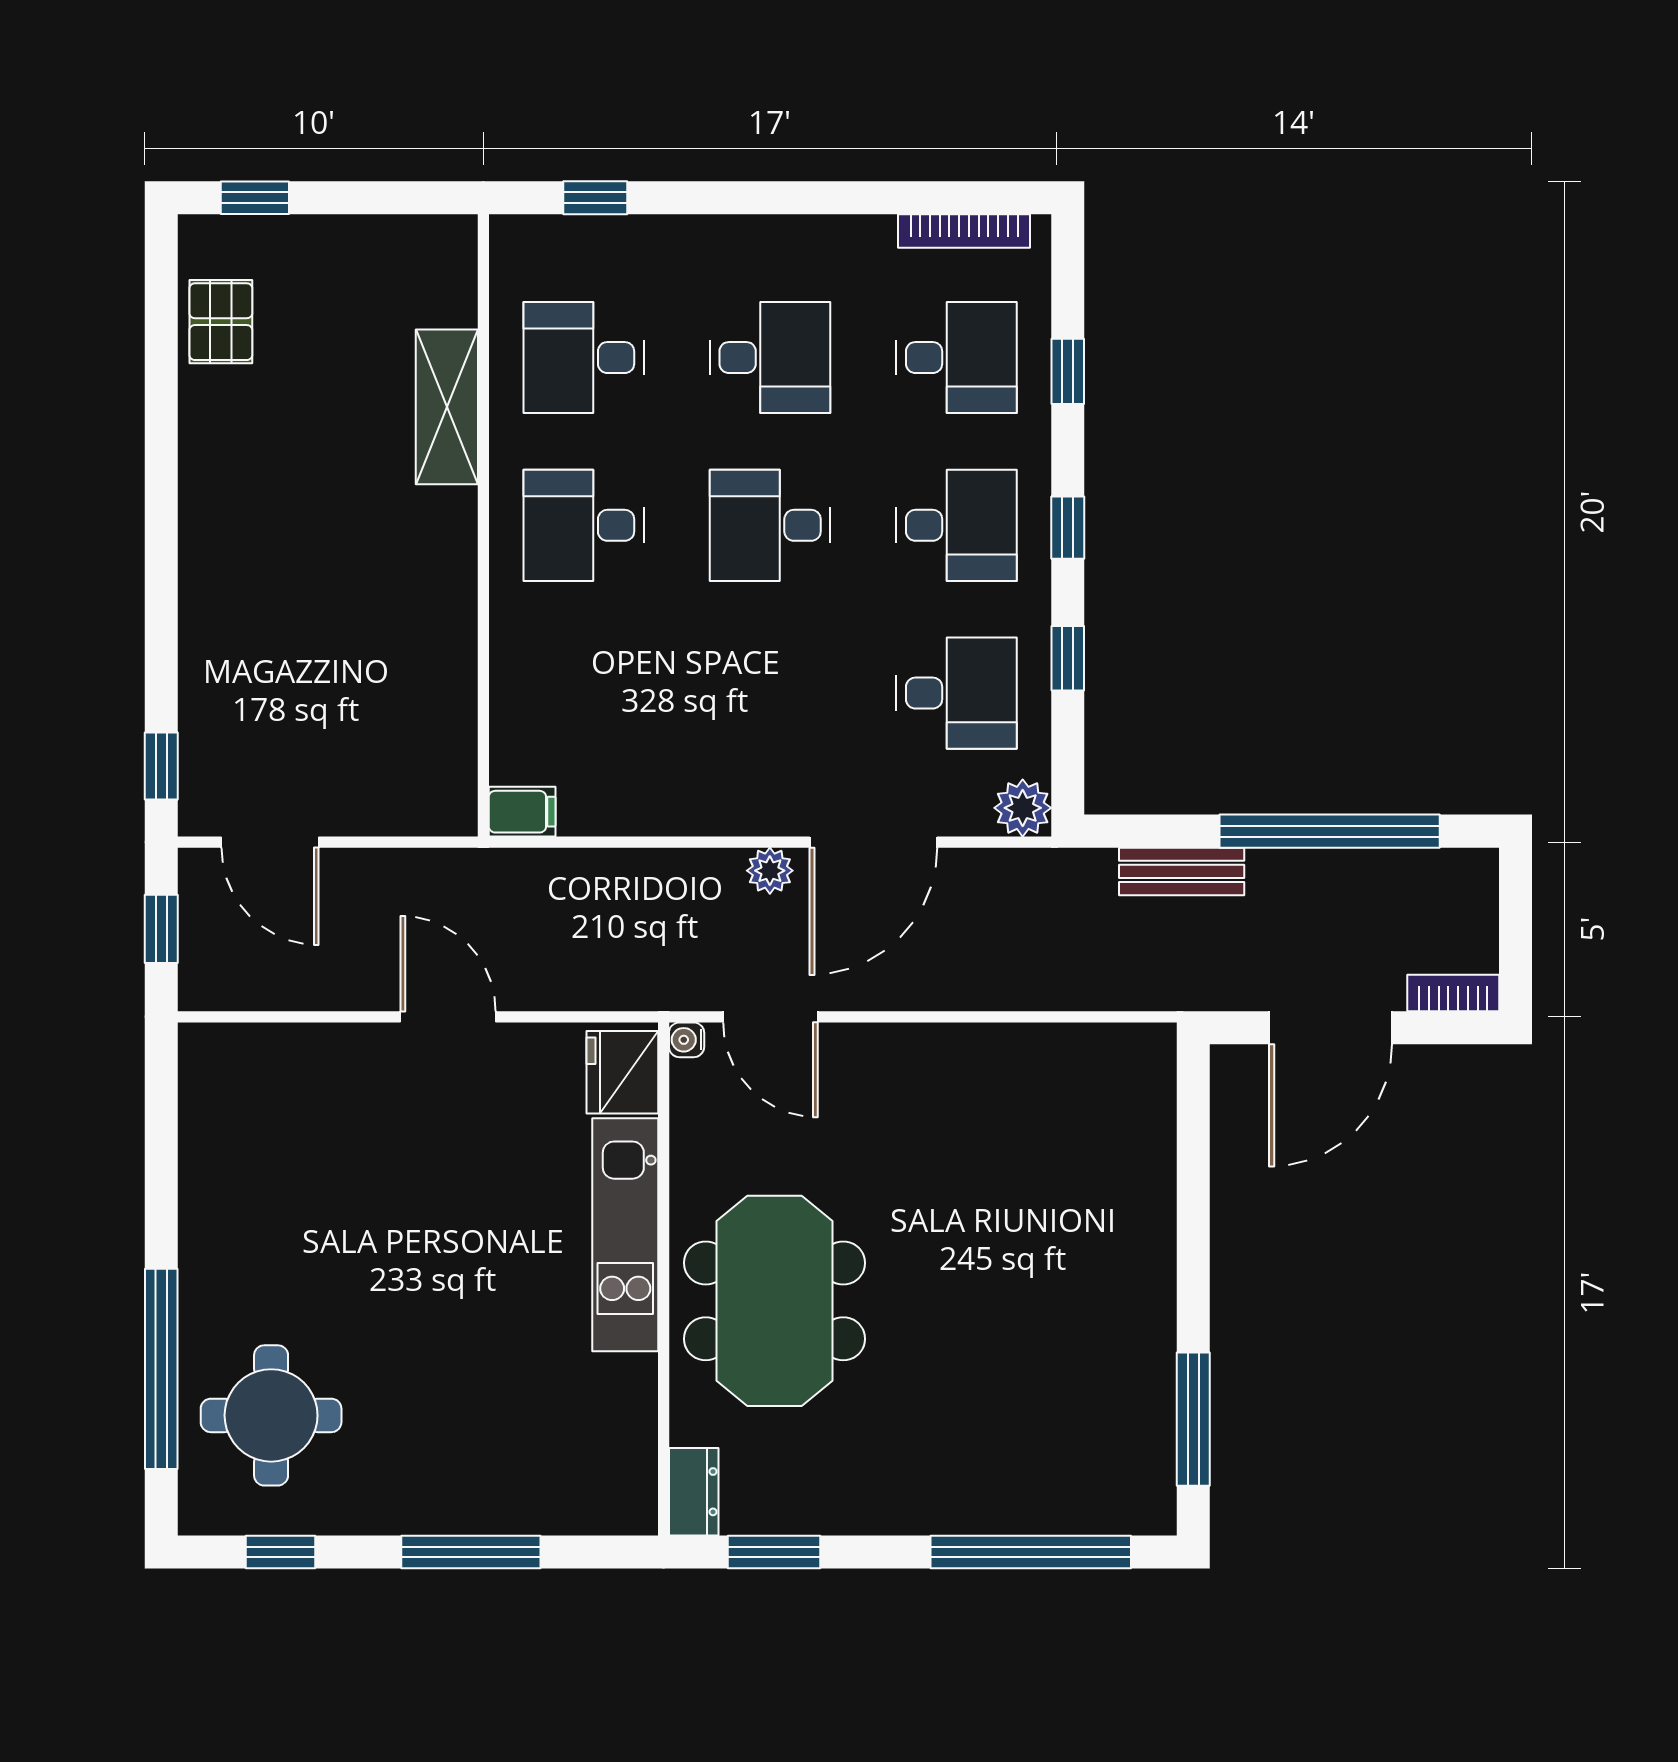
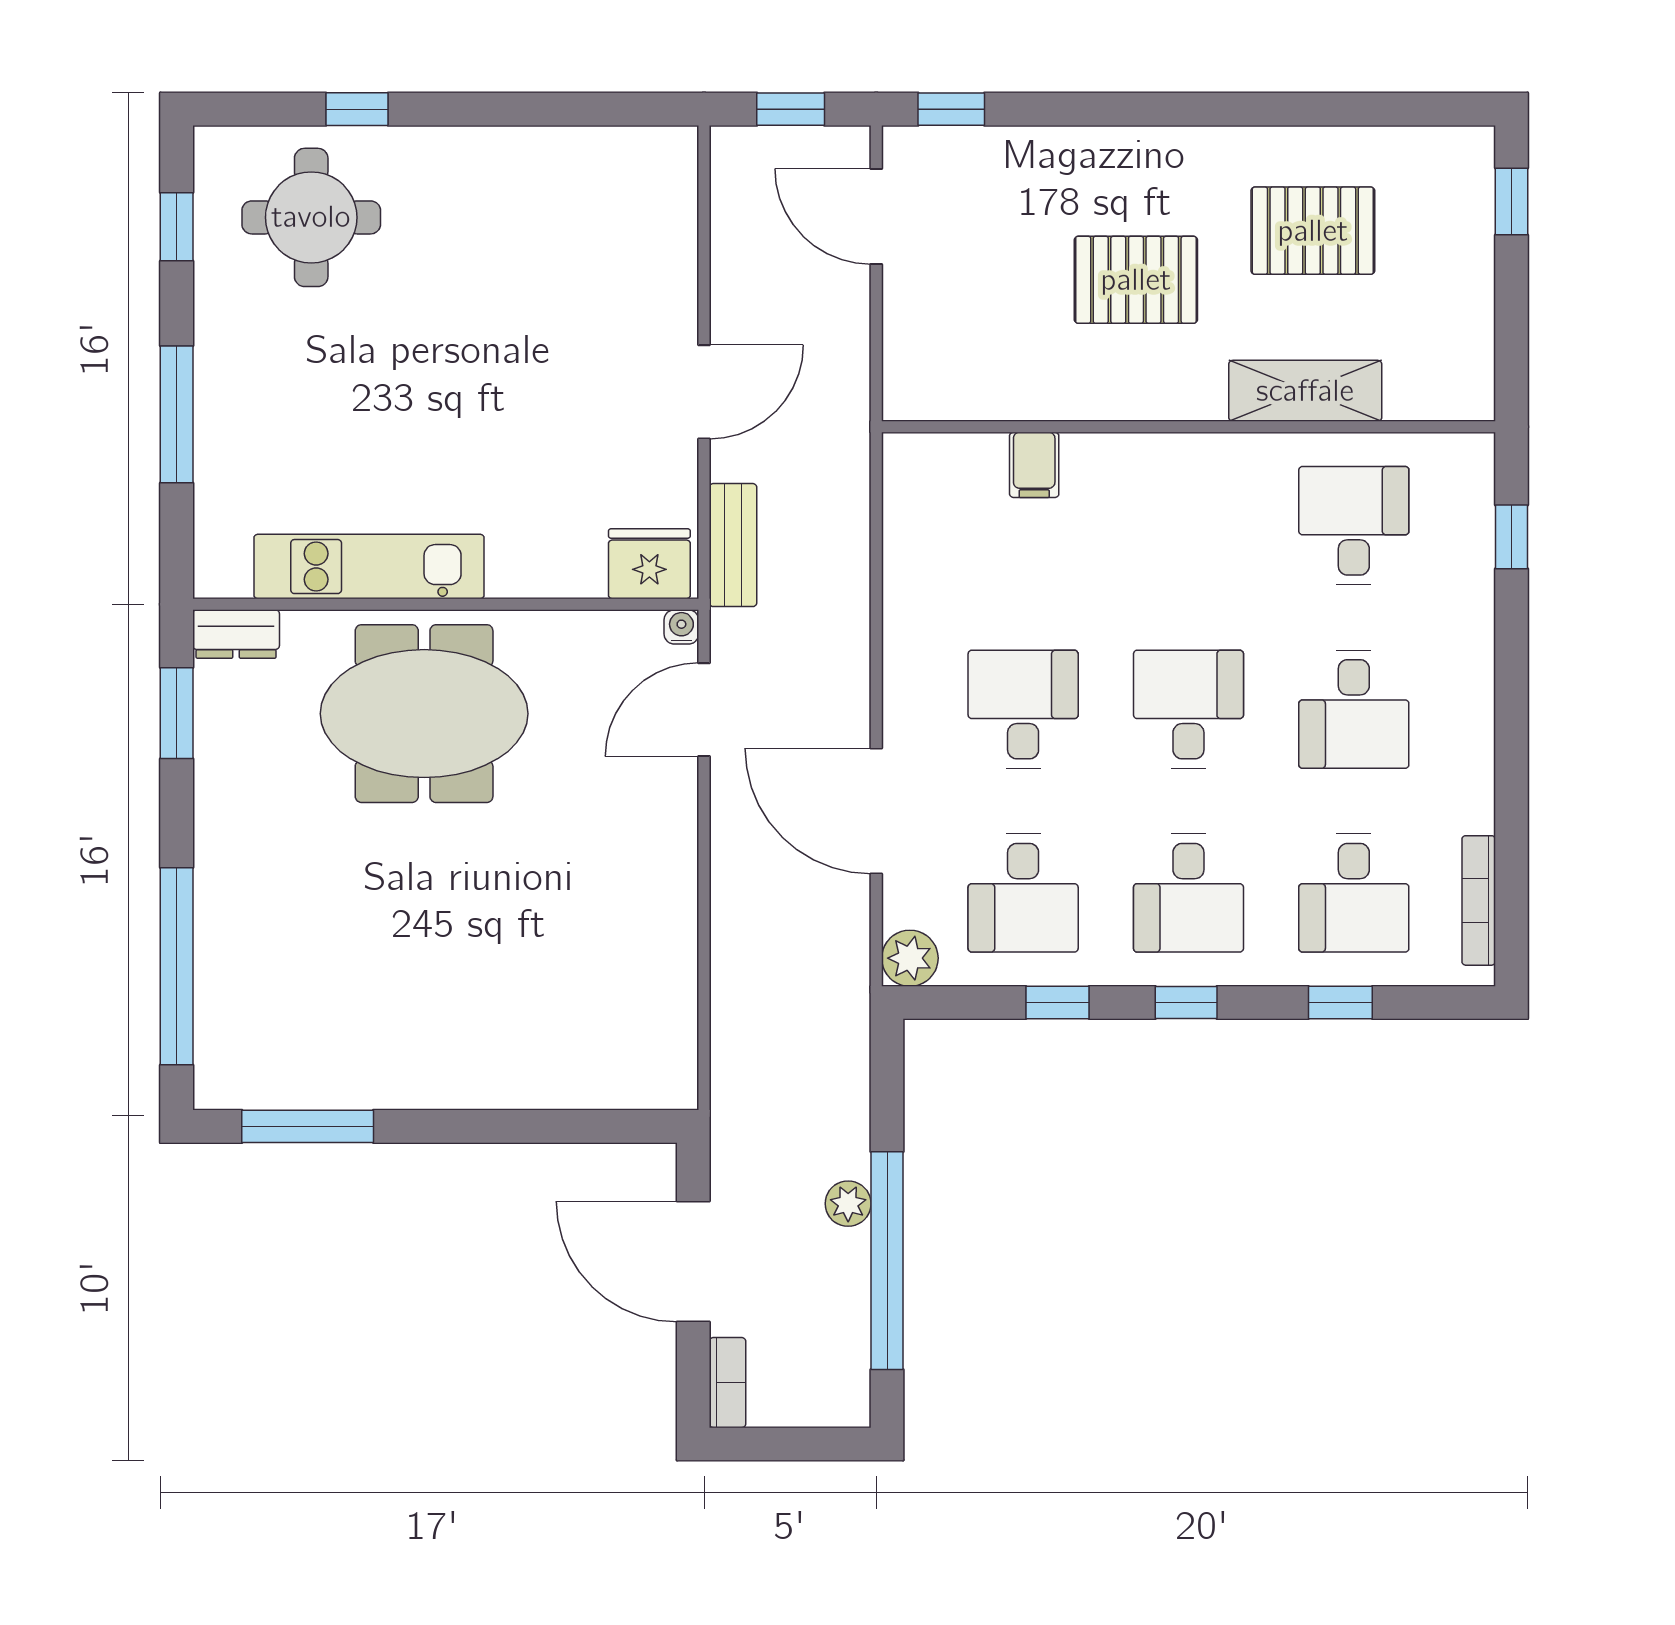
pallet: (221, 322) -> (1313, 231), moved, width x1.50, depth x1.42
desk: (584, 525) -> (1023, 709), moved
pallet: (334, 579) -> (1136, 280), added
filing cabinet: (522, 812) -> (1034, 465), moved
door: (270, 842) -> (876, 216), hinge flipped
plant: (770, 871) -> (848, 1204), moved
bench: (1182, 871) -> (733, 545), moved
kitchen unit: (625, 1235) -> (369, 567), moved
window: (161, 1369) -> (357, 109), width x0.32

